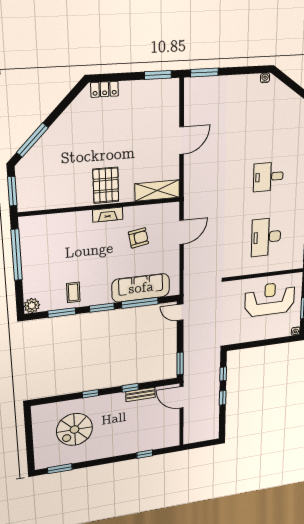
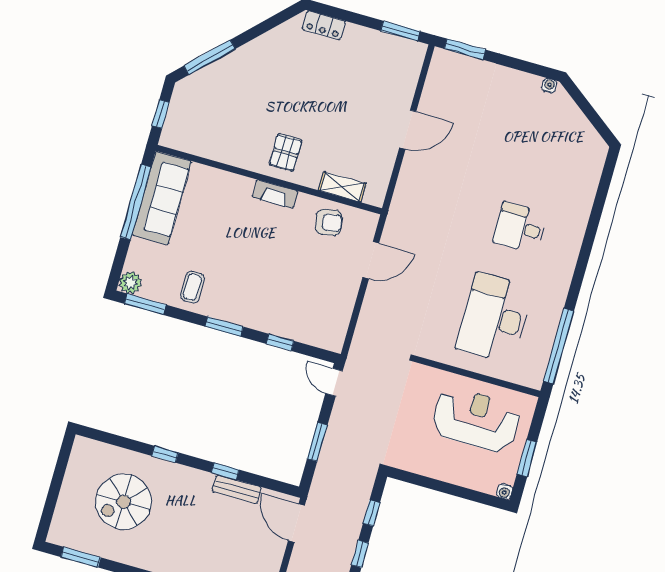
pallet: (106, 185) -> (285, 152), width x0.67, depth x0.71
window: (12, 191) -> (161, 114), width x0.67
shelving: (157, 191) -> (342, 187), width x0.67, depth x0.75
desk: (266, 237) -> (494, 318), width x1.36, depth x1.30
armchair: (138, 238) -> (329, 222), moved
sofa: (141, 288) -> (162, 198), moved, turned 90
window: (140, 303) -> (280, 342), width x0.46
window: (62, 313) -> (145, 304), moved
window: (180, 364) -> (317, 442), moved

